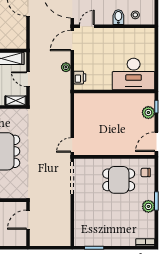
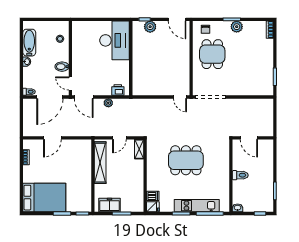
bidet: (118, 17) -> (62, 67), moved

